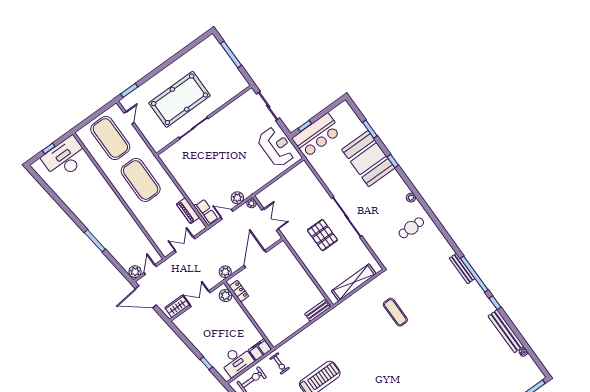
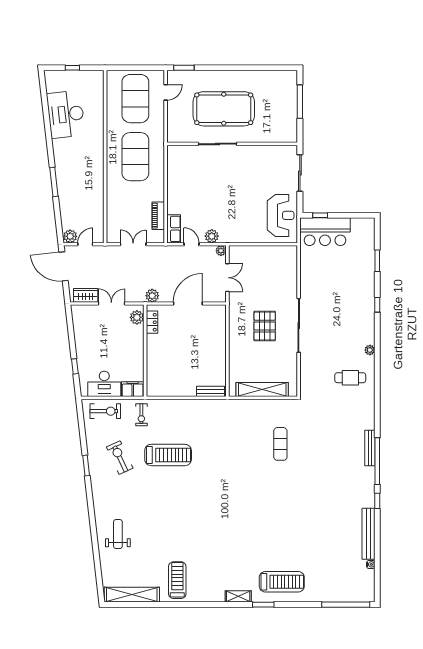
desk: (65, 158) -> (66, 114), moved, turned -96
booth: (368, 159) -> (357, 287), removed

